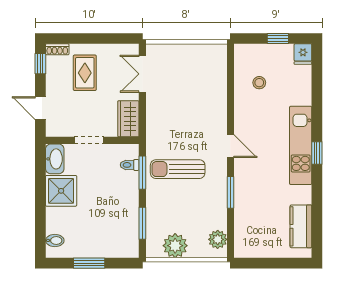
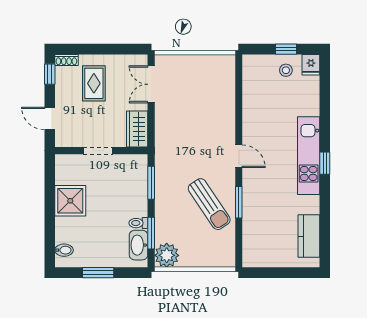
stool: (259, 83) -> (286, 70), moved
washbasin: (55, 159) -> (139, 245), moved, turned 180
toilet: (130, 165) -> (138, 223), moved
sun lounger: (178, 169) -> (209, 204), moved, turned -124
plant: (218, 239) -> (226, 249), removed
plant: (175, 246) -> (167, 255), moved

